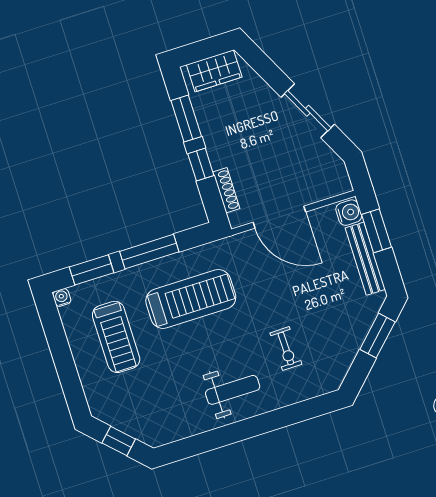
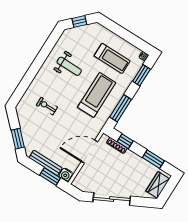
sliding door: (308, 111) -> (112, 199), width x1.37
window: (201, 165) -> (125, 141), moved
window: (149, 252) -> (121, 108), moved
treadmill: (191, 299) -> (97, 95), turned 180
treadmill: (116, 337) -> (112, 58), turned 180
weight bench: (233, 390) -> (69, 66), moved, turned -90

